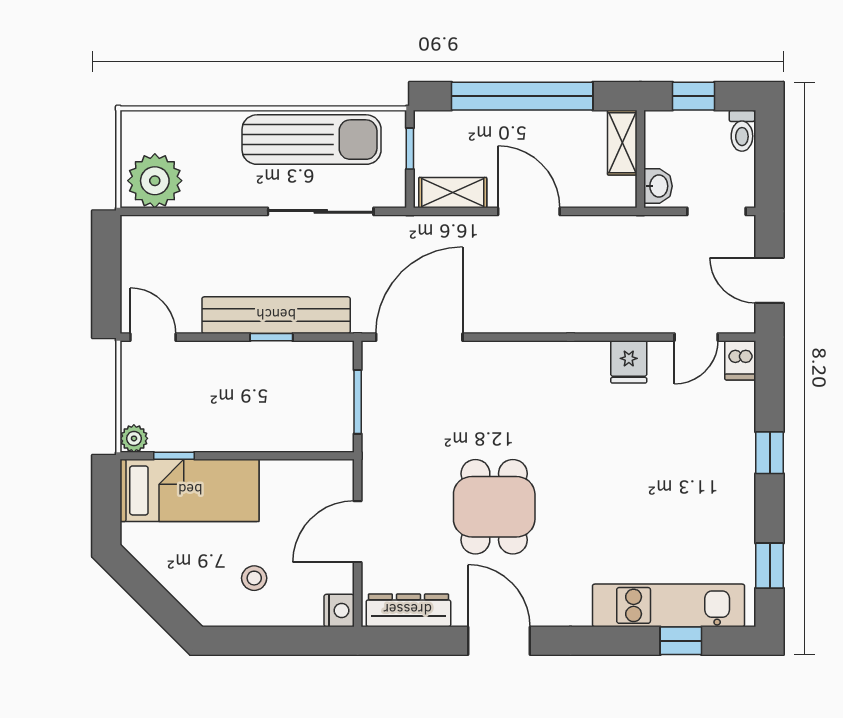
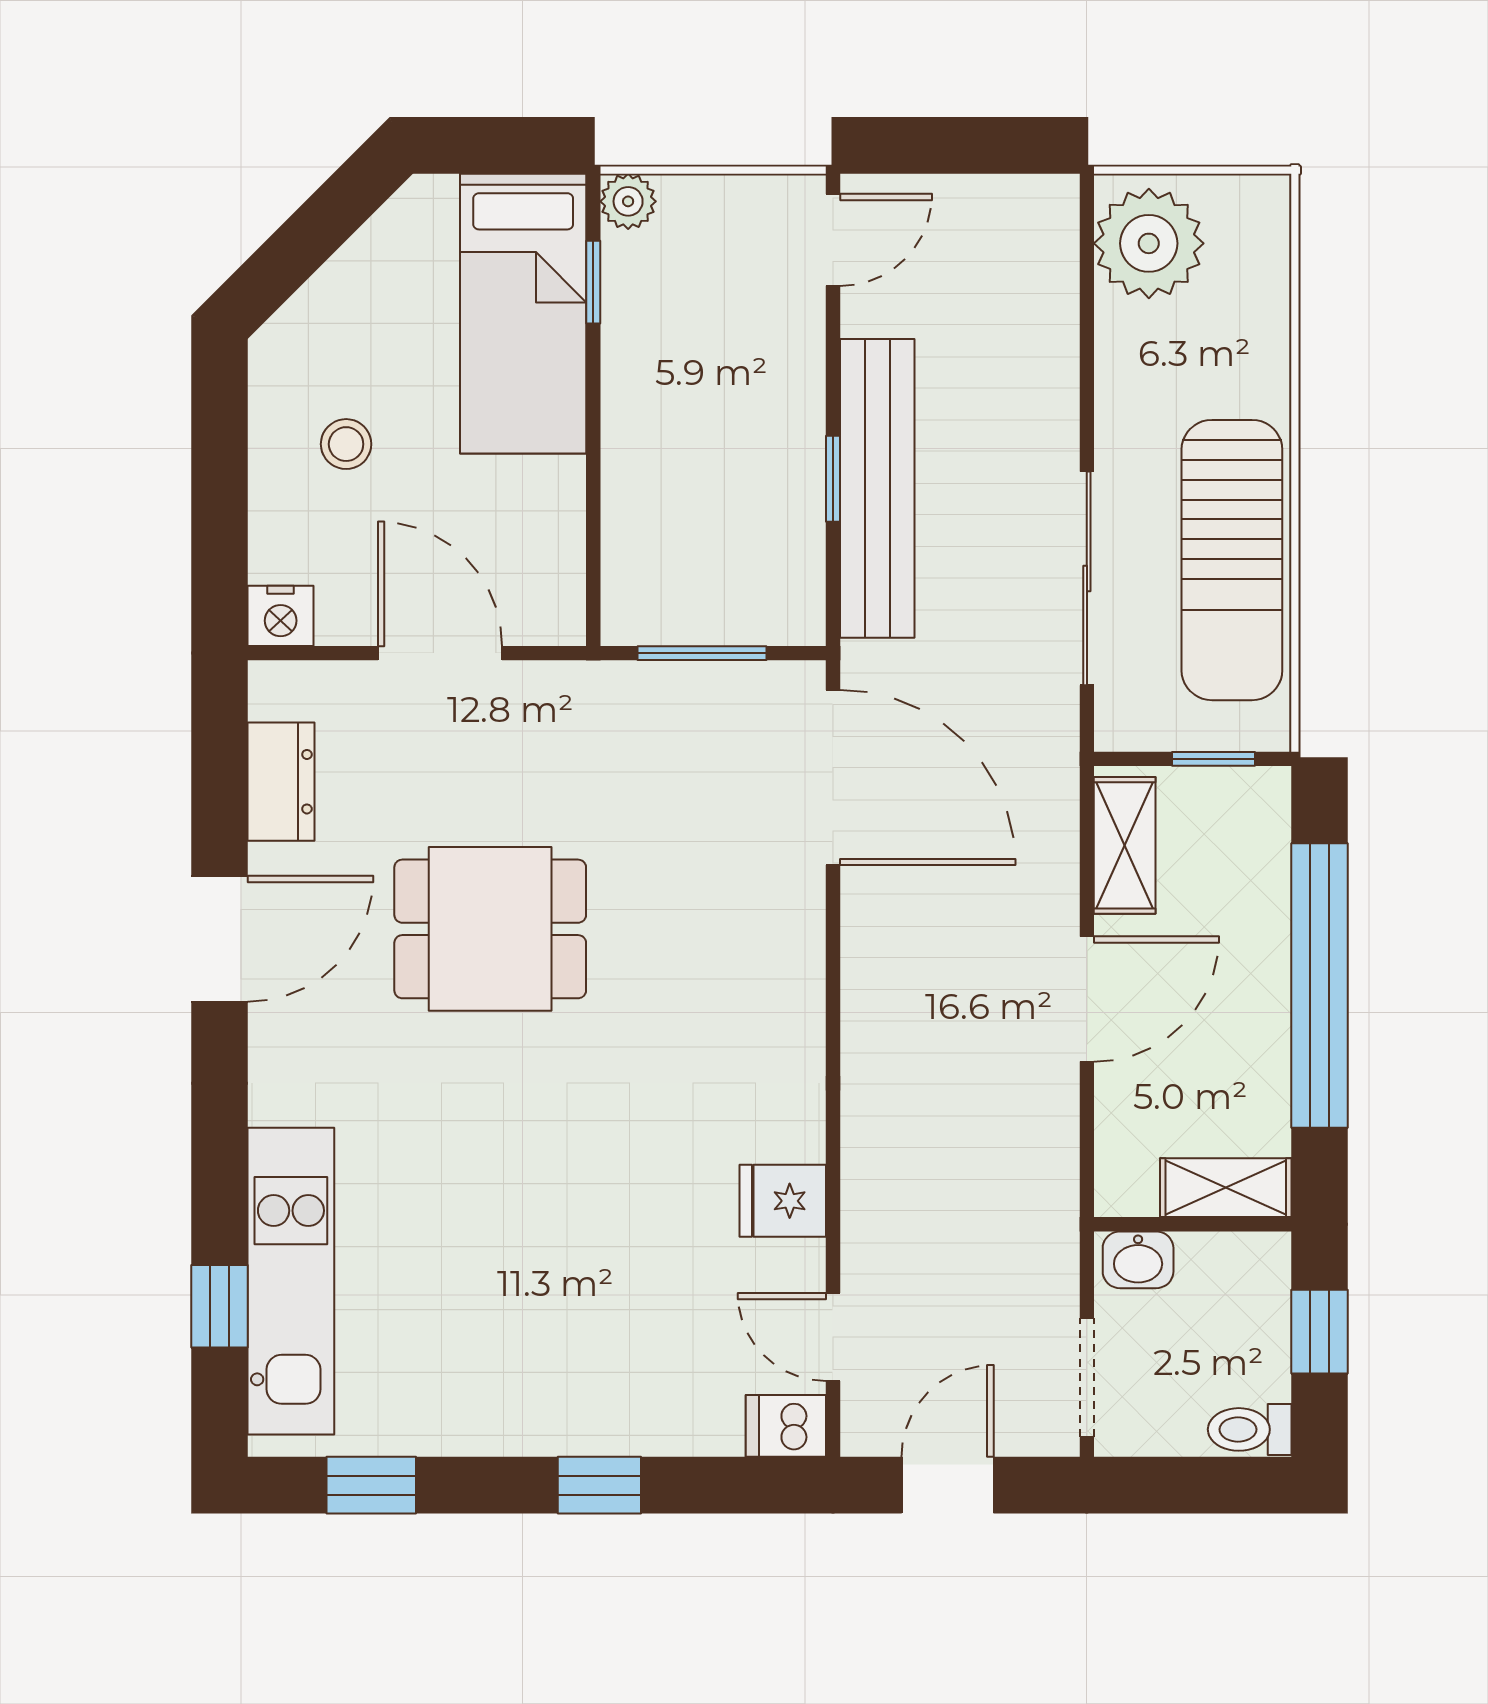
dresser: (408, 610) -> (281, 782), width x0.70

